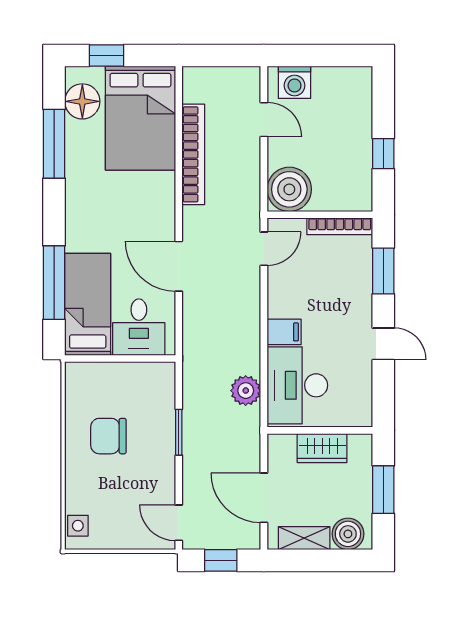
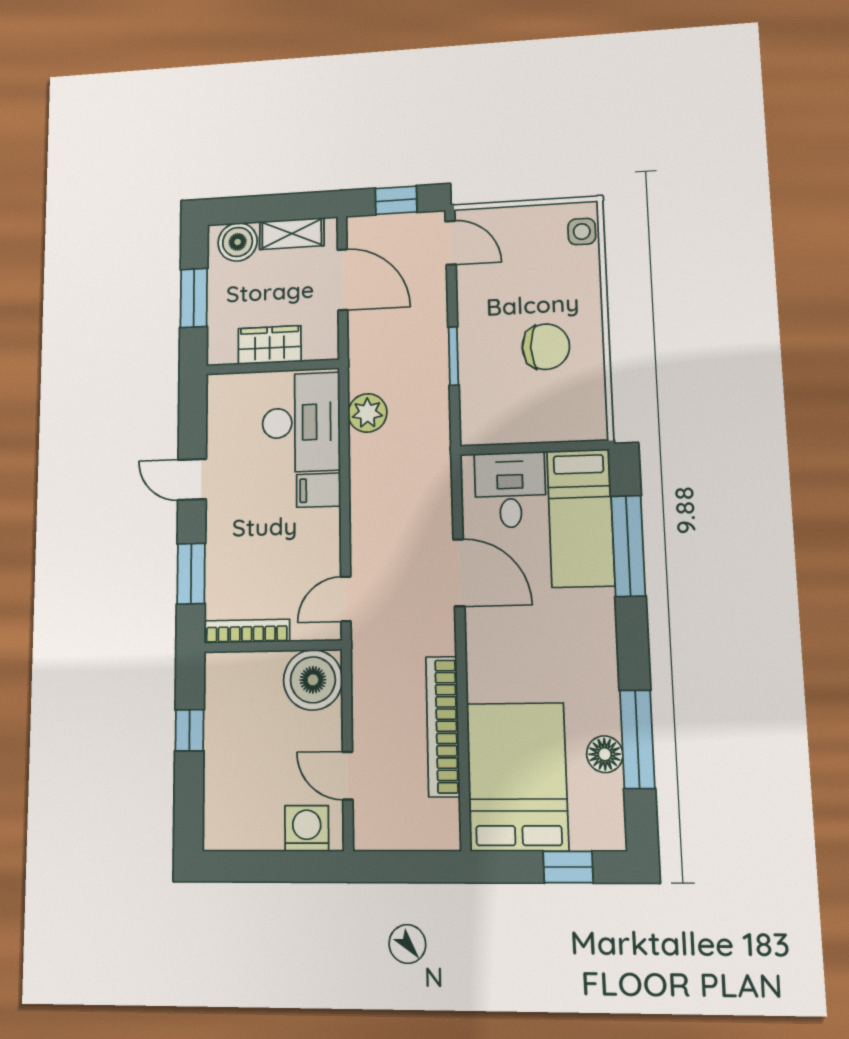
floor lamp: (82, 101) -> (605, 754), moved, width x0.73, depth x0.73

